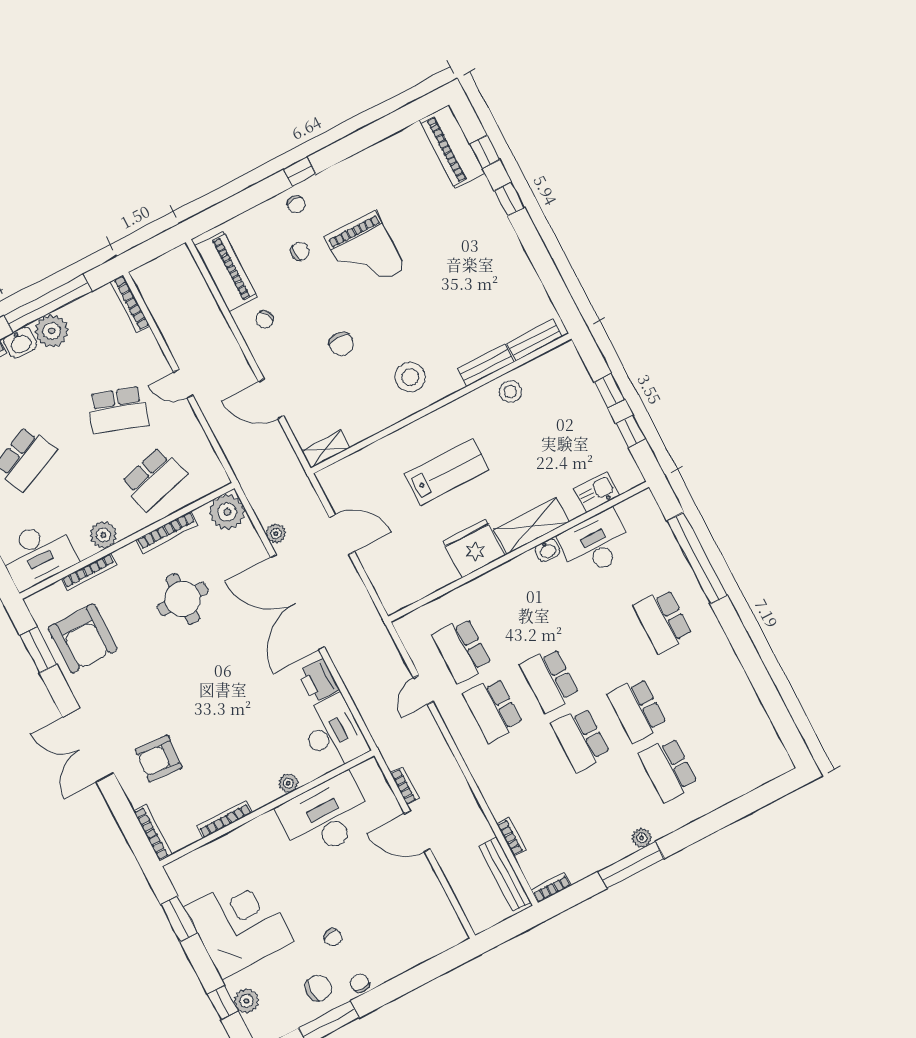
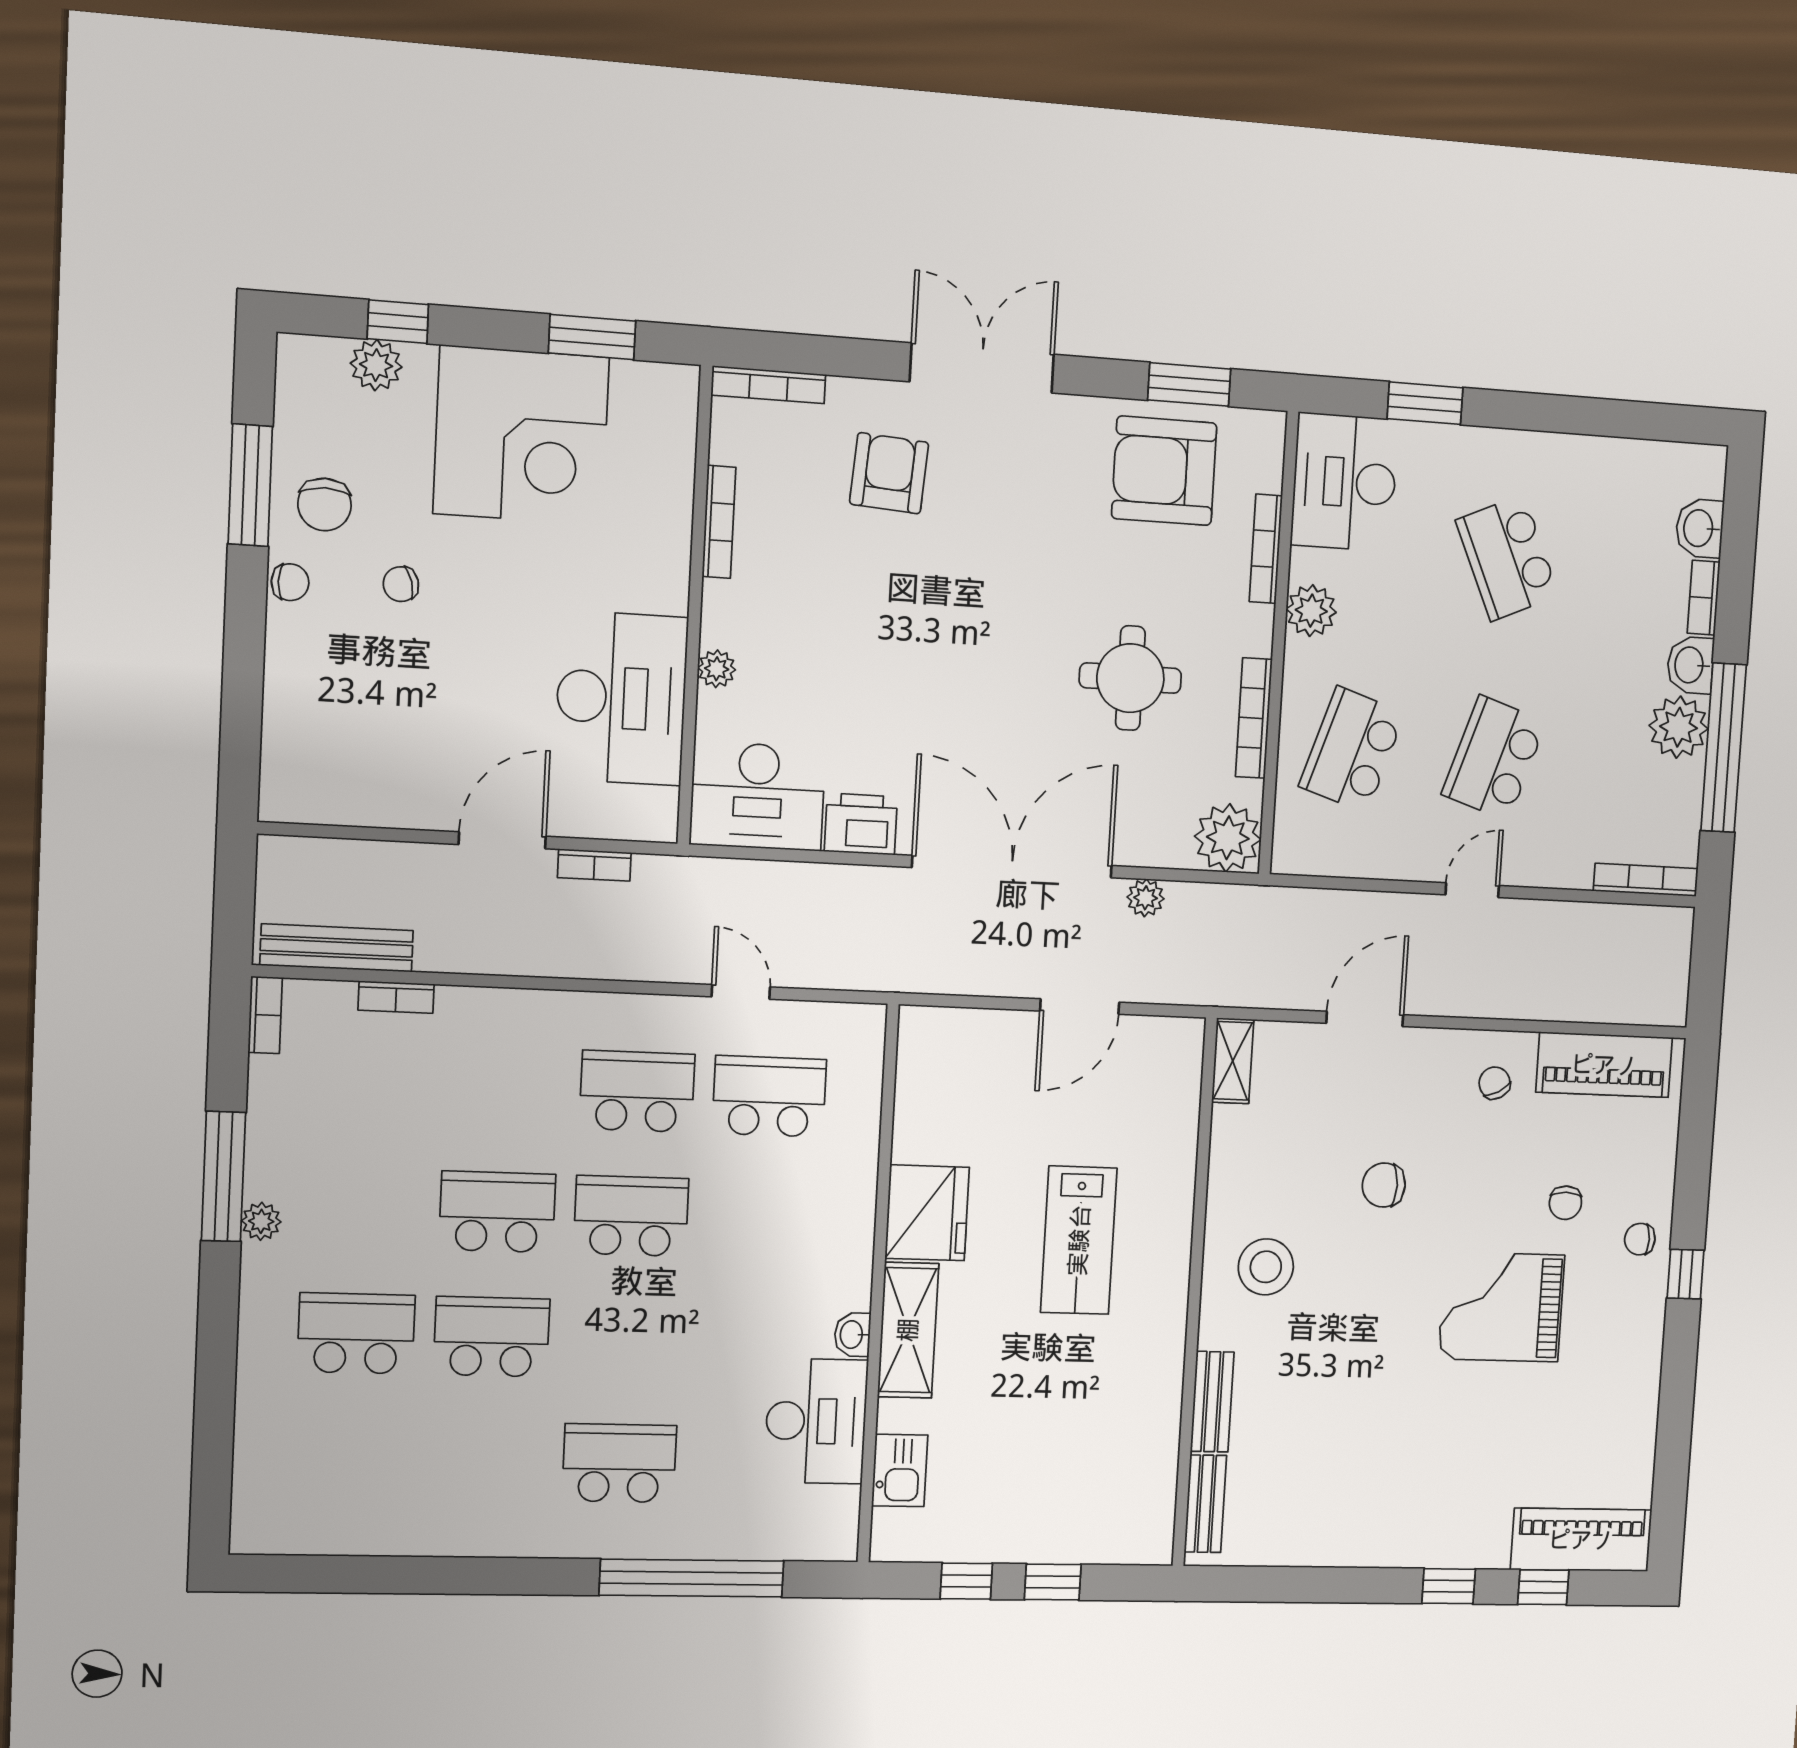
stool: (510, 392) -> (1147, 1418), removed
school desk: (154, 479) -> (1352, 750), turned 33

